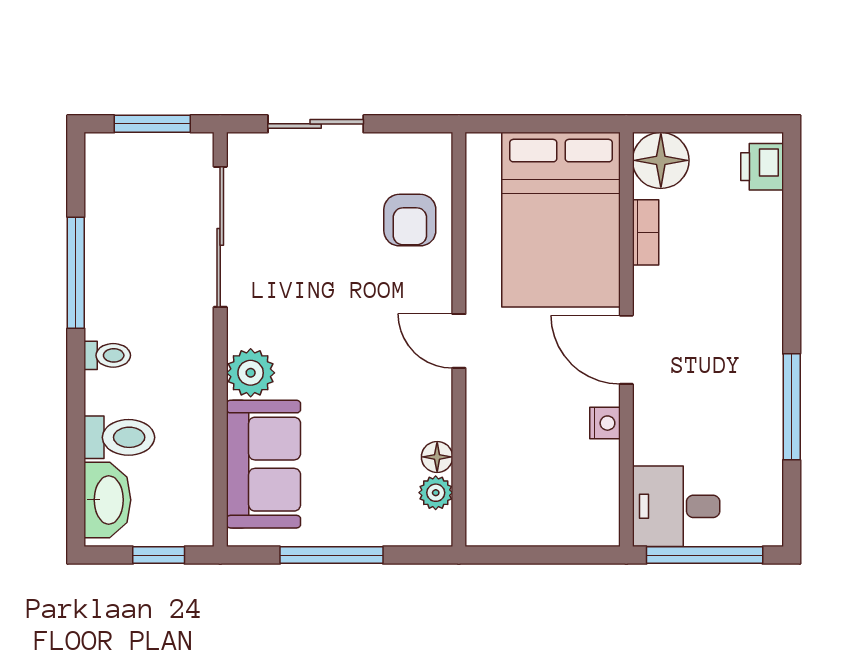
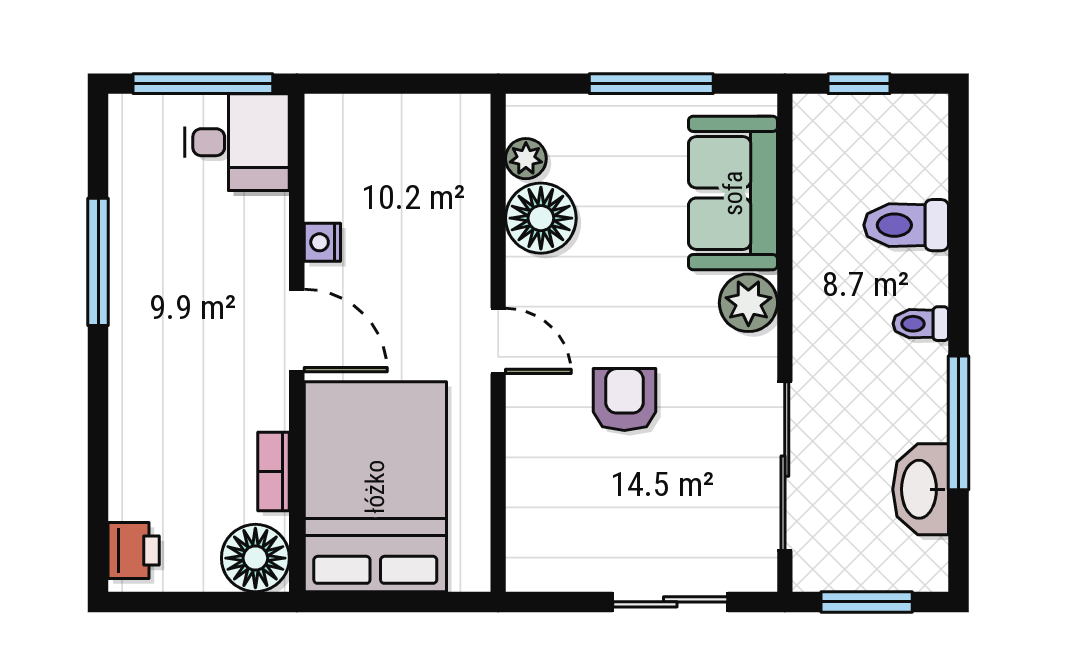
armchair: (410, 220) -> (624, 400), moved
floor lamp: (437, 457) -> (541, 218), width x1.89, depth x1.89
washbasin: (107, 500) -> (921, 489), moved

